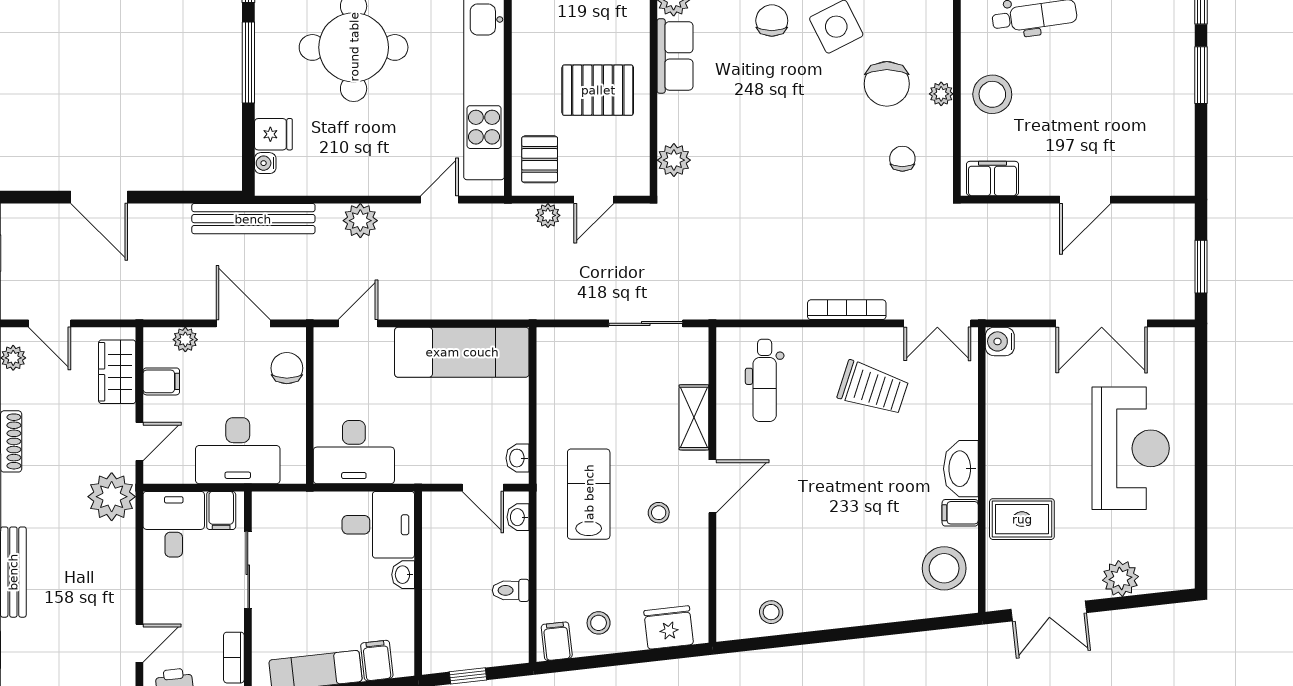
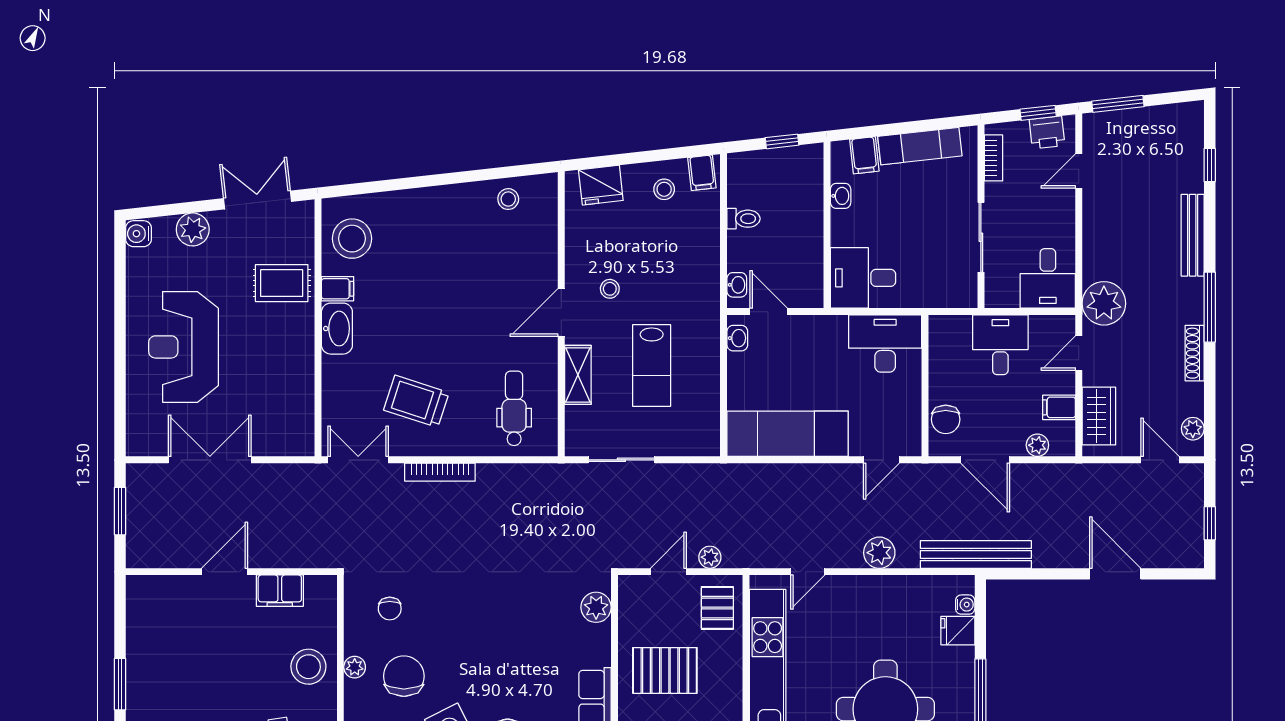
filing cabinet: (992, 179) -> (280, 591), moved
water cooler: (1000, 341) -> (139, 234), moved, turned 180
desk: (238, 451) -> (1000, 345), width x0.73
lab bench: (589, 494) -> (652, 365), moved
filing cabinet: (221, 510) -> (1005, 291), removed
washbasin: (403, 575) -> (841, 196), moved

